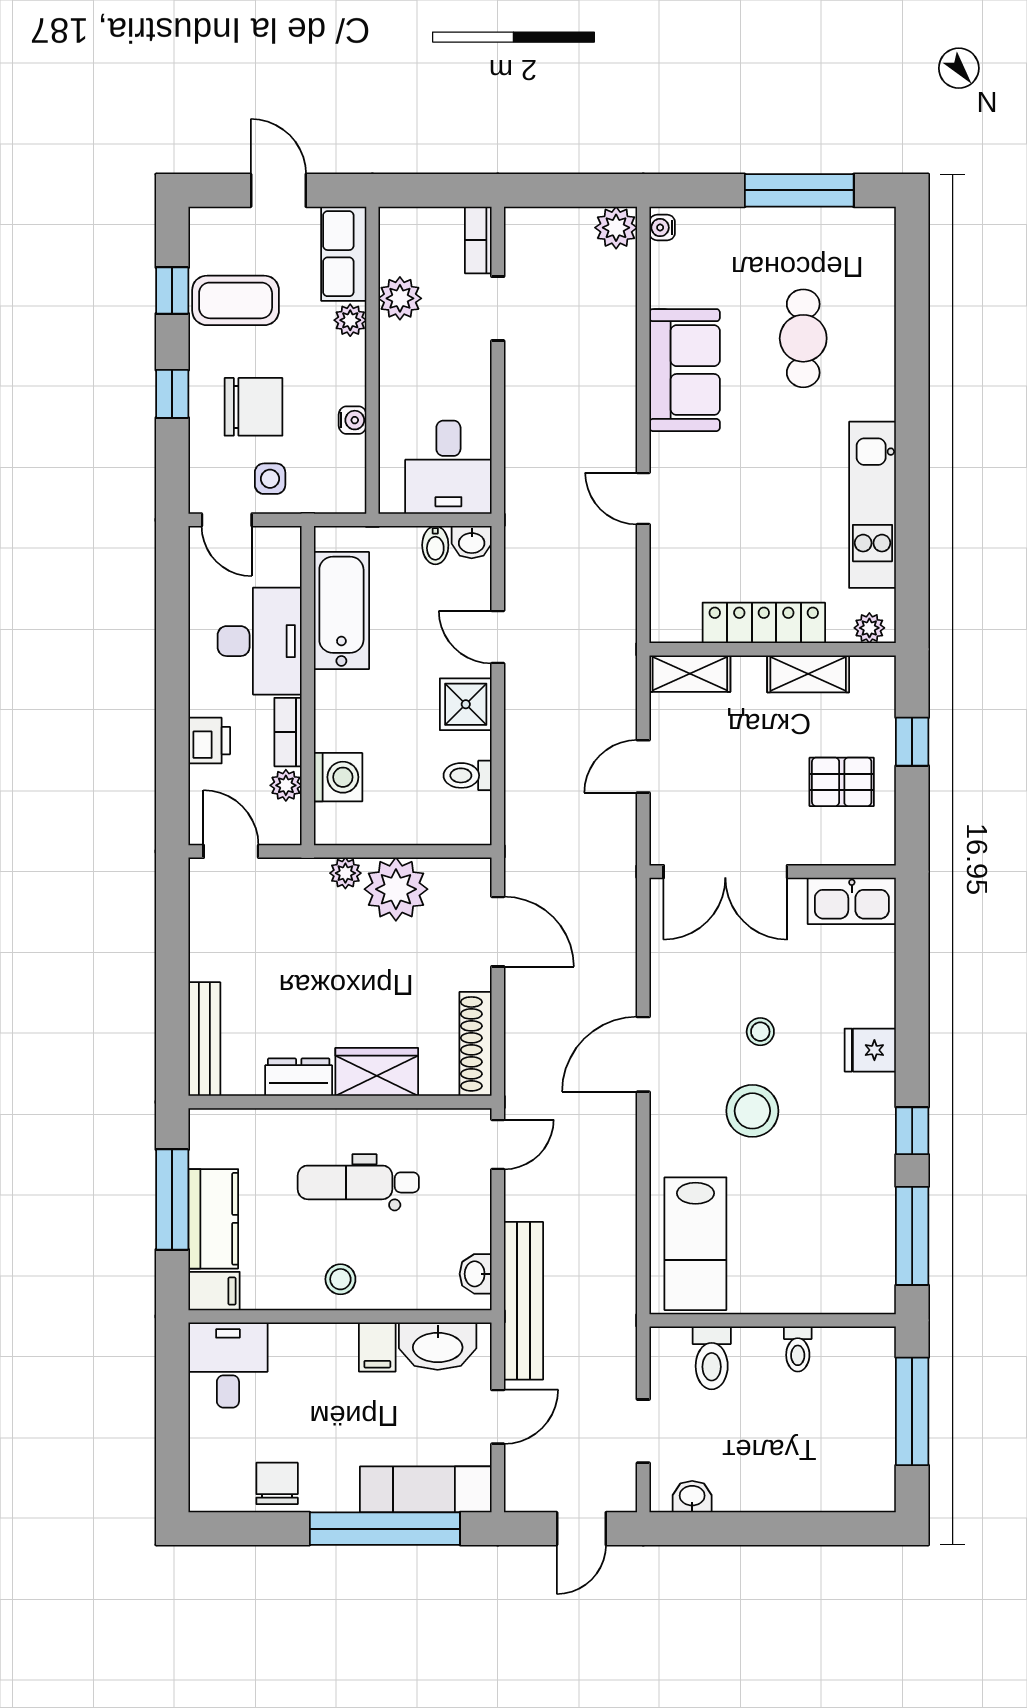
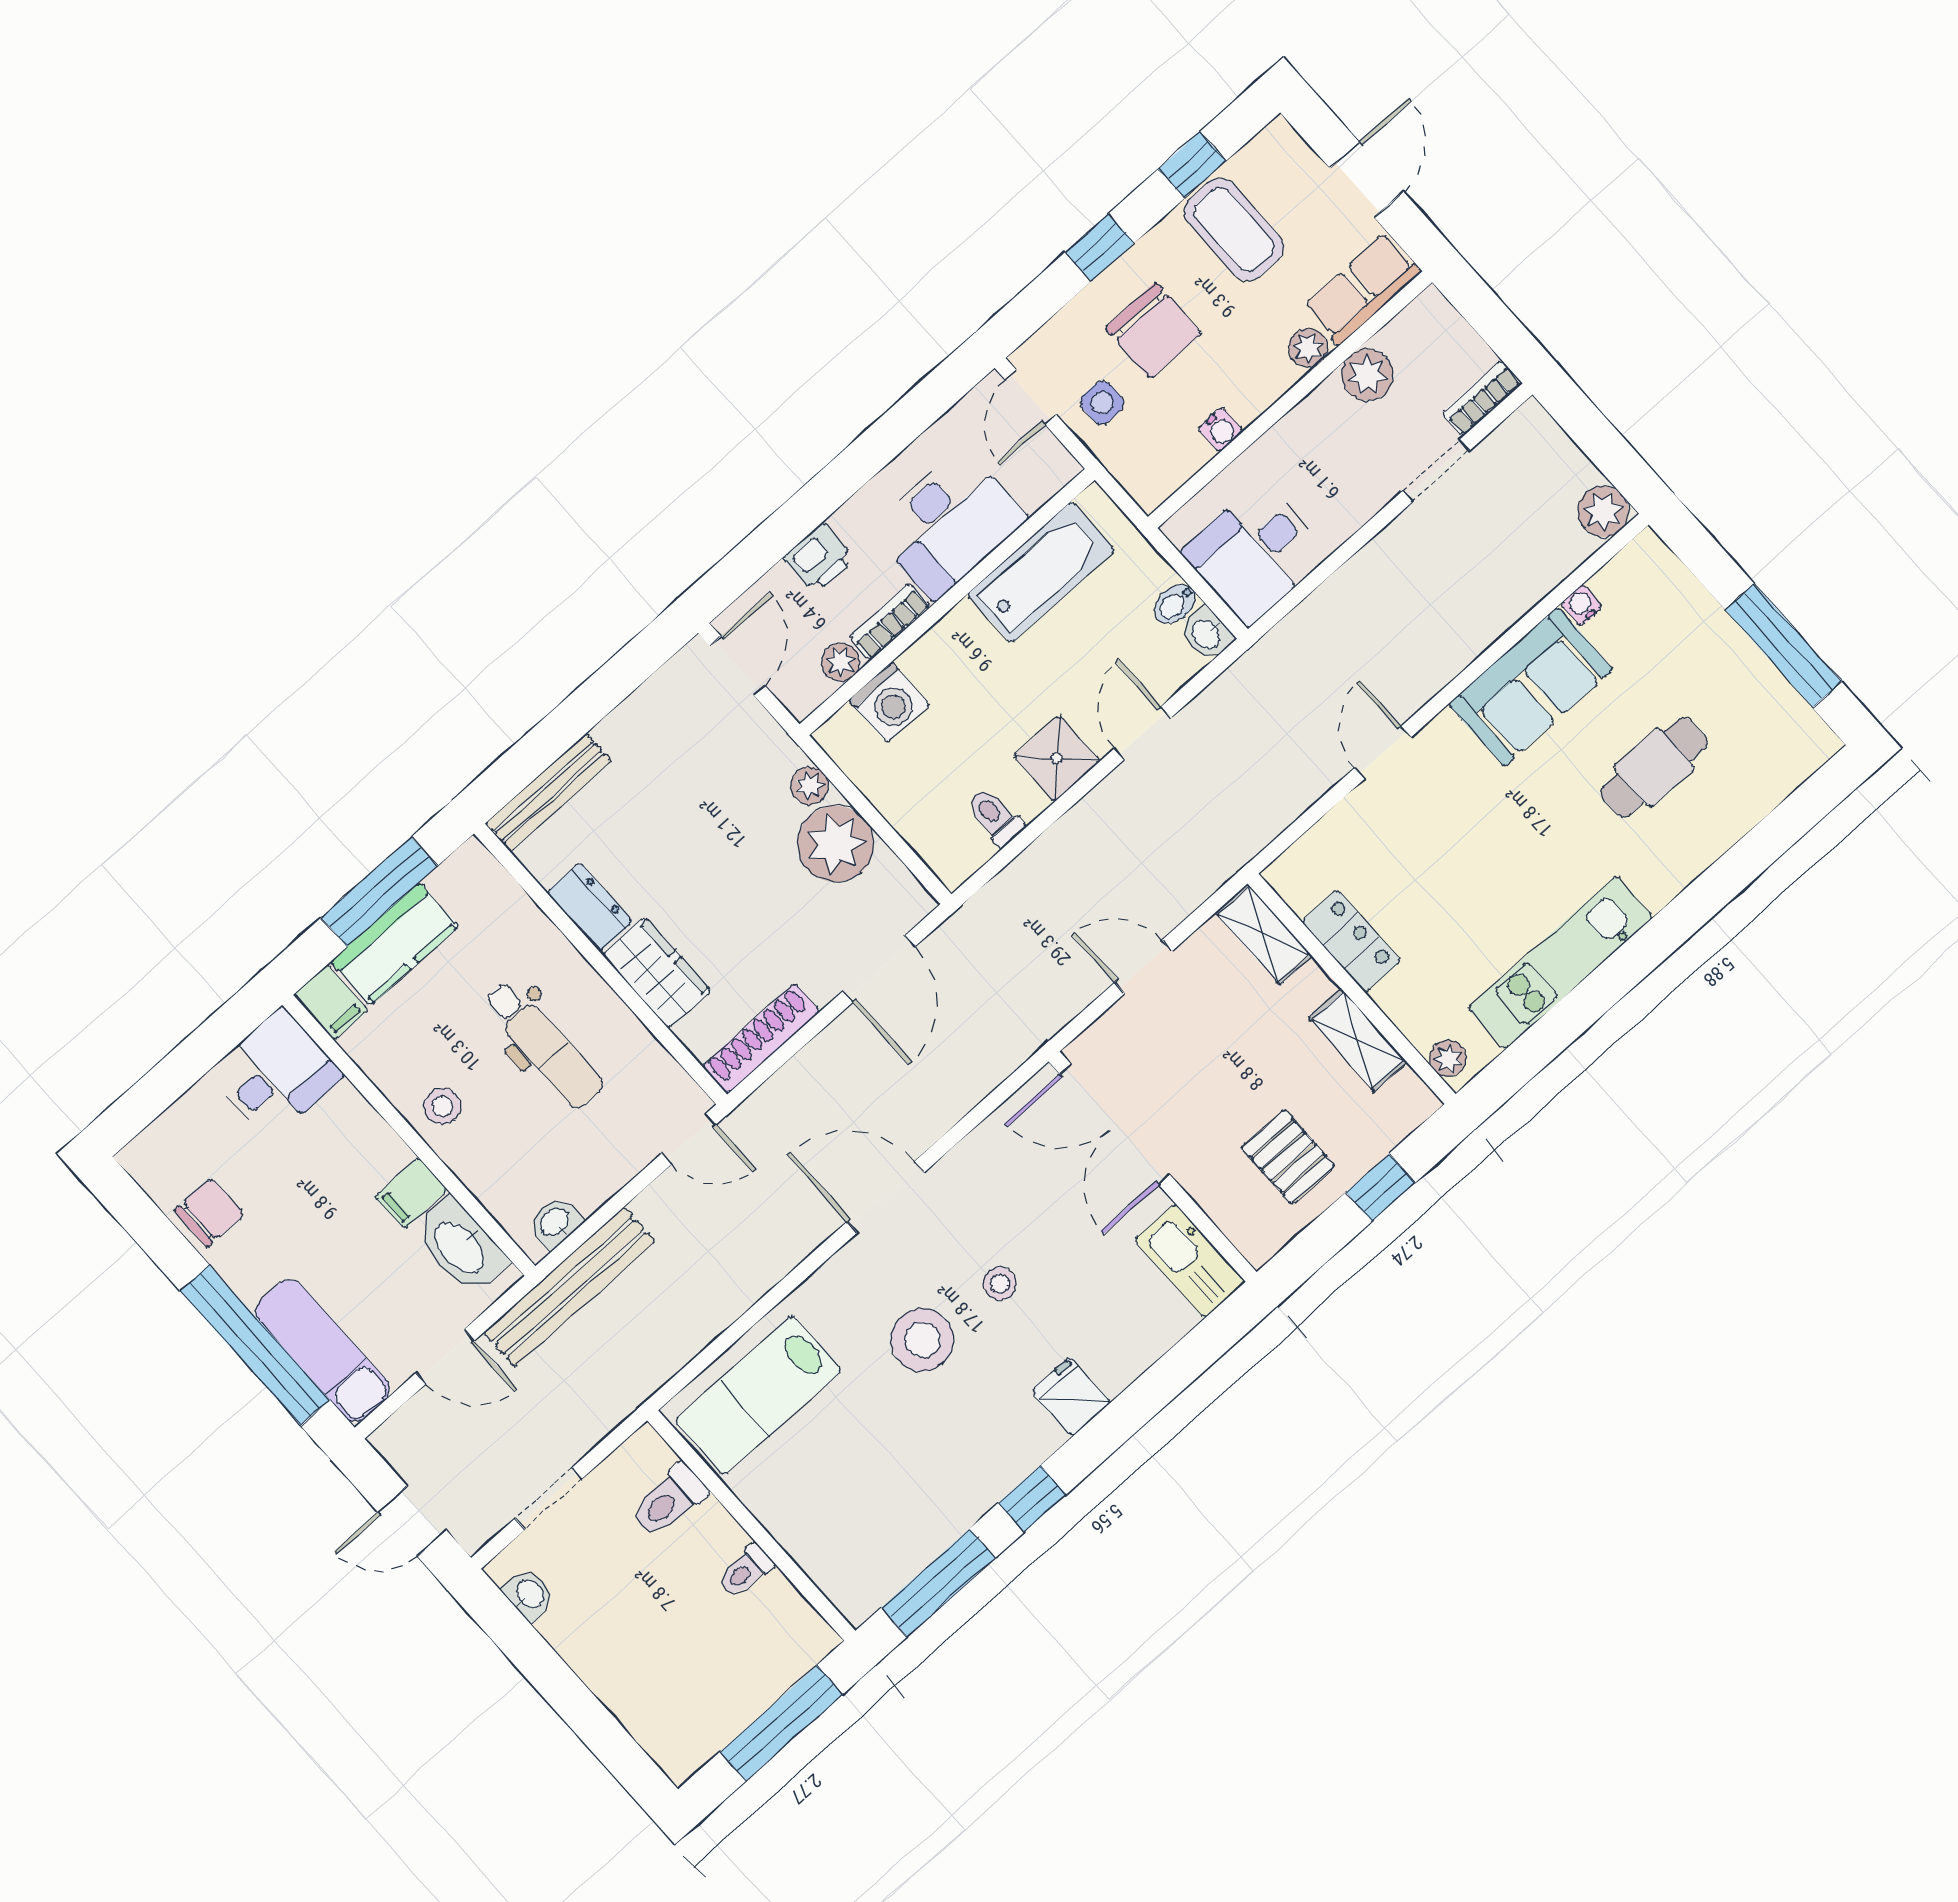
water cooler: (662, 228) -> (1582, 605), moved
locker: (764, 623) -> (1351, 941), width x0.66
dental chair: (358, 1182) -> (543, 1045), turned 180

